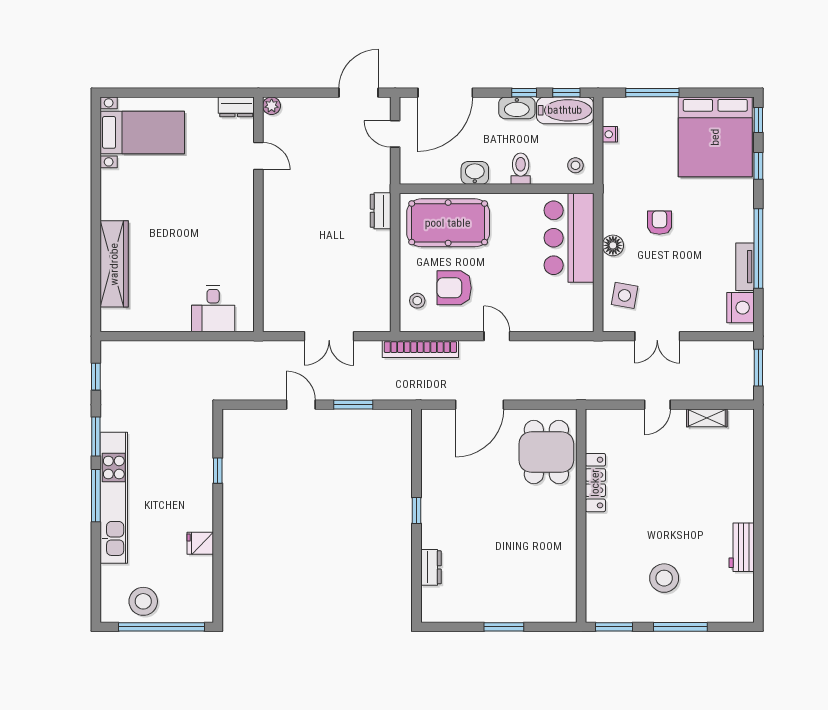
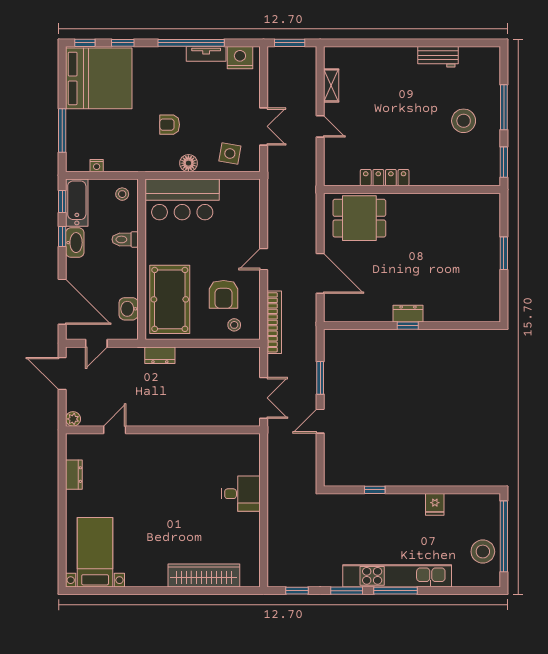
plant: (272, 106) -> (73, 419), moved
door: (258, 156) -> (115, 430), moved
washbasin: (475, 173) -> (129, 309), moved
wall: (258, 214) -> (163, 430), moved
dresser: (431, 567) -> (408, 314), moved

